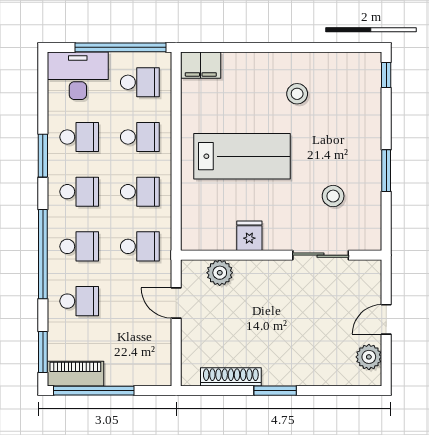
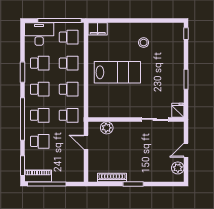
stool: (333, 196) -> (161, 91), removed
fridge: (249, 236) -> (178, 110), moved

